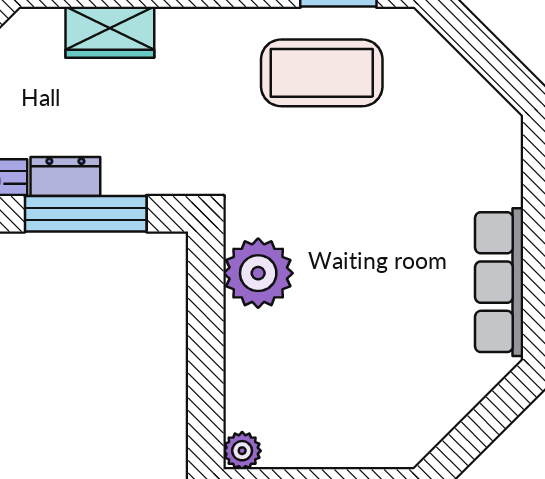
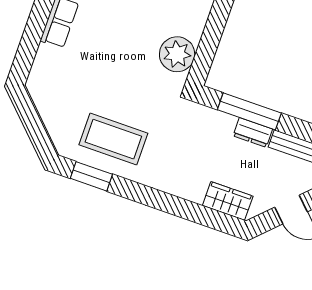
wardrobe: (110, 32) -> (228, 201), moved

